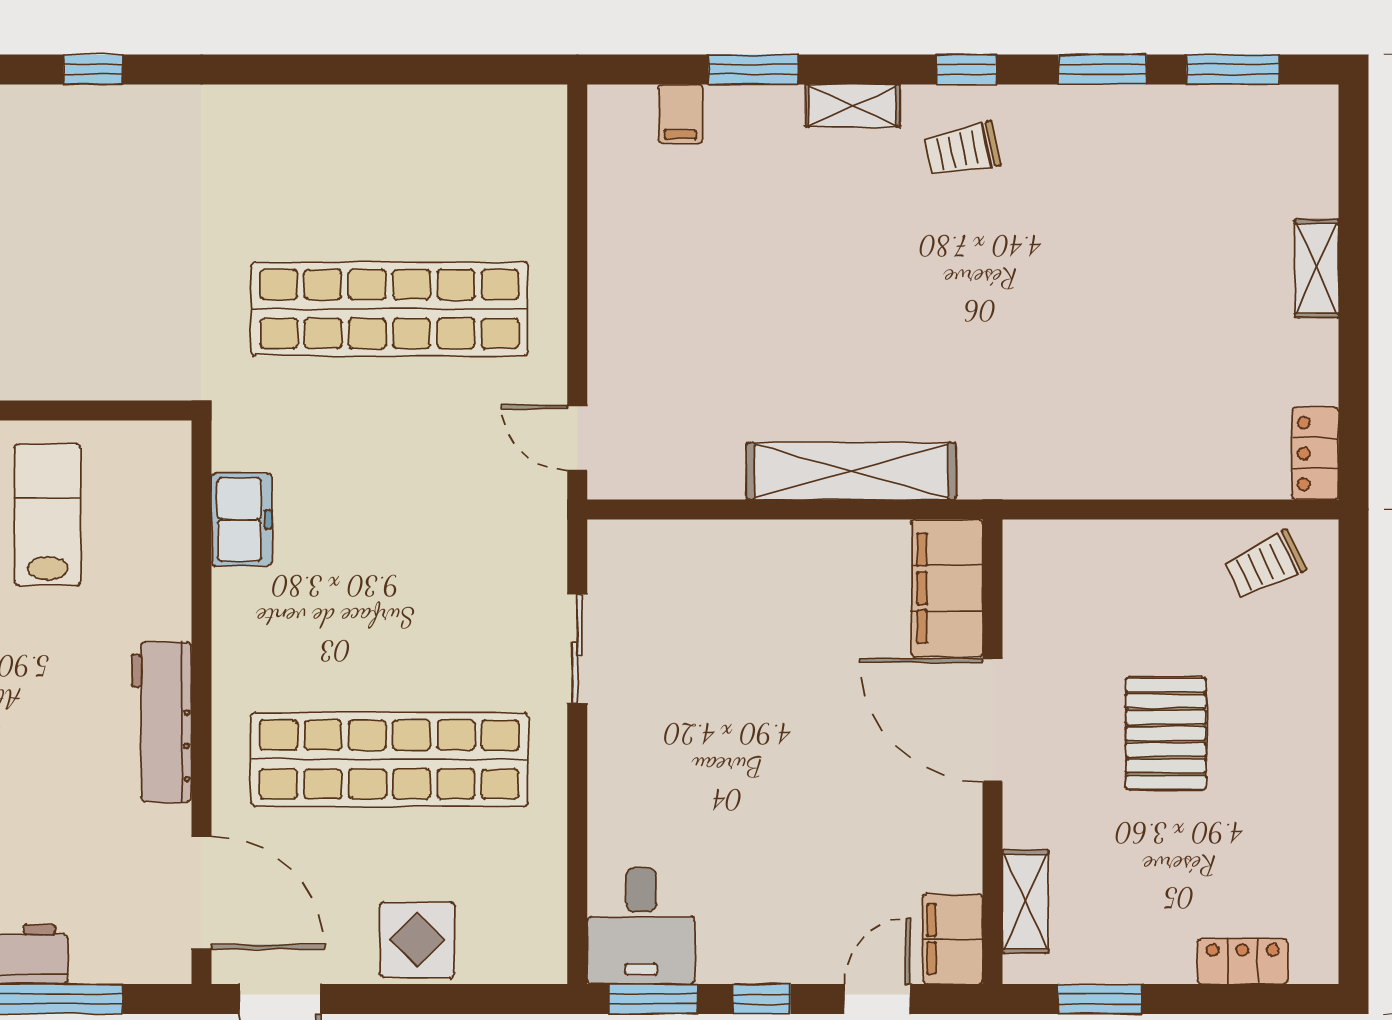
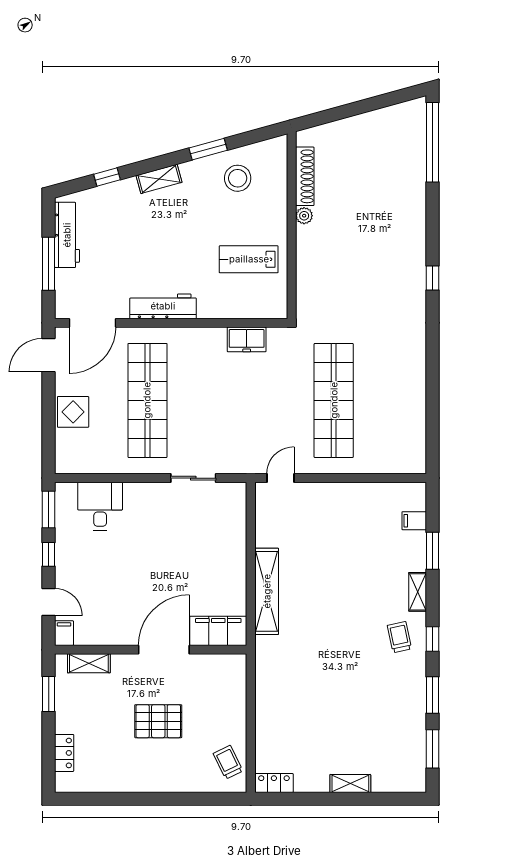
lab bench: (48, 515) -> (249, 259), turned 180
desk: (641, 926) -> (100, 506), moved, turned 90
filing cabinet: (953, 939) -> (64, 633), width x0.50

